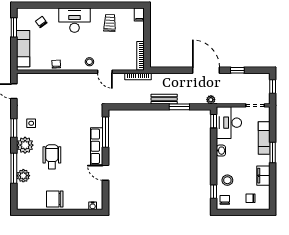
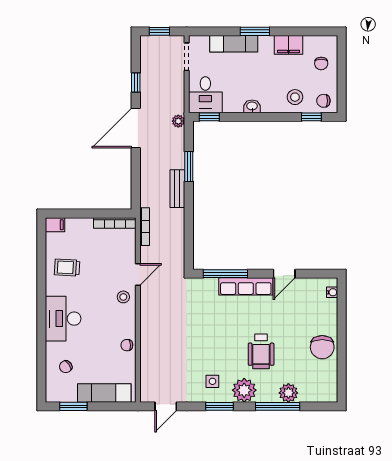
desk: (229, 123) -> (205, 95), width x0.73
wheelchair: (52, 157) -> (261, 351), turned -90

